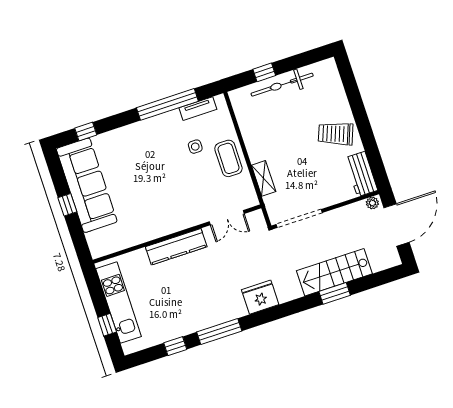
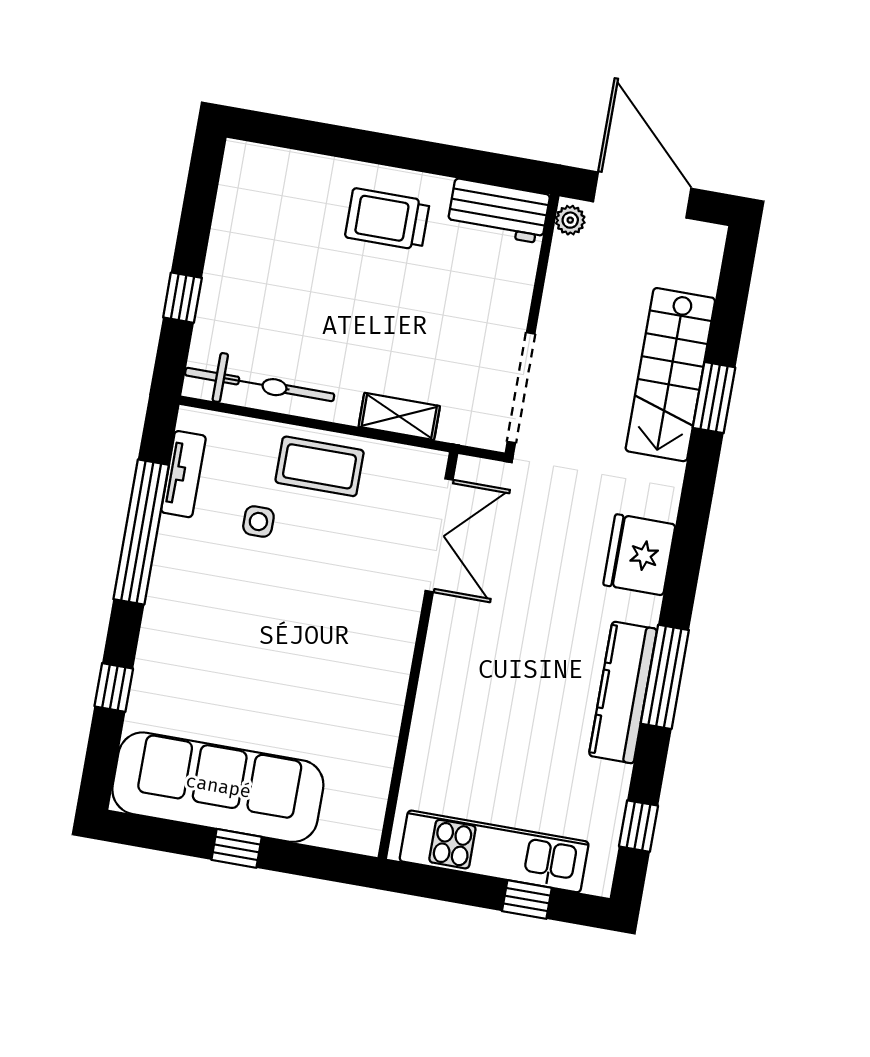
bicycle: (282, 85) -> (260, 384), moved, turned -90
window: (86, 131) -> (114, 687), moved
trolley: (336, 134) -> (387, 219), turned 69
double door: (227, 218) -> (439, 535), width x1.37
kitchen counter: (176, 247) -> (623, 692), moved, turned 180
window: (175, 346) -> (638, 826), moved

